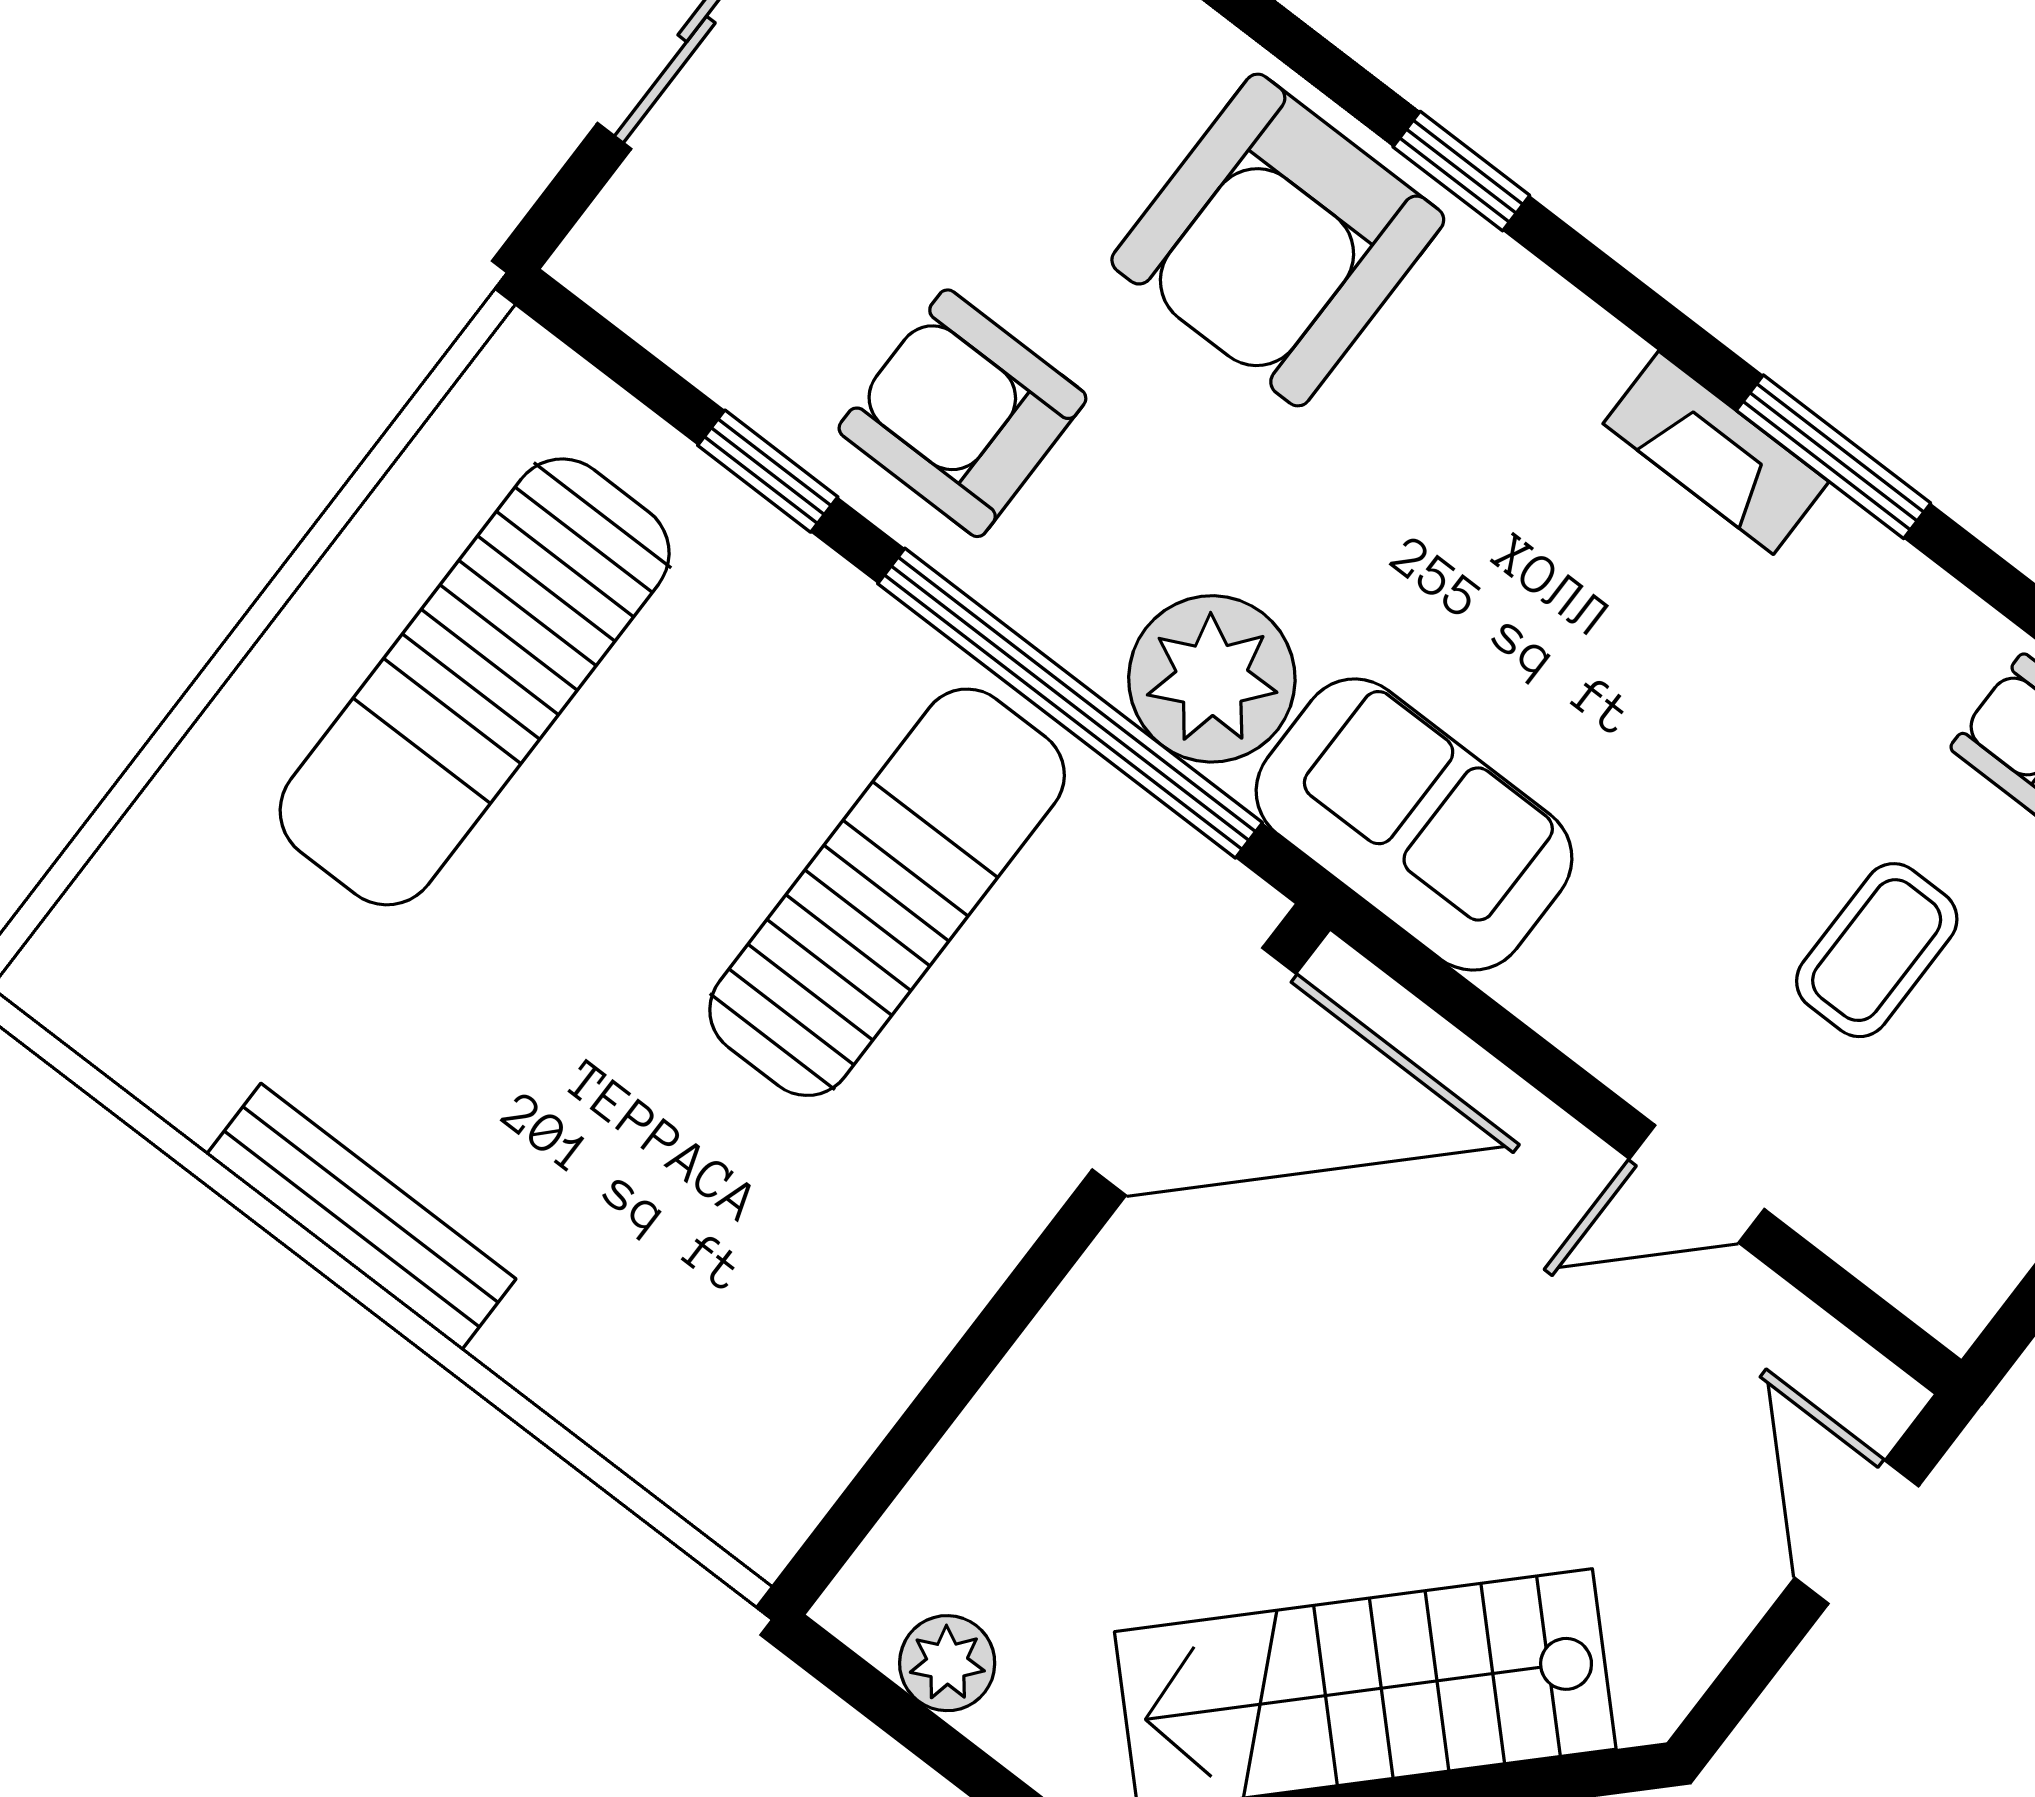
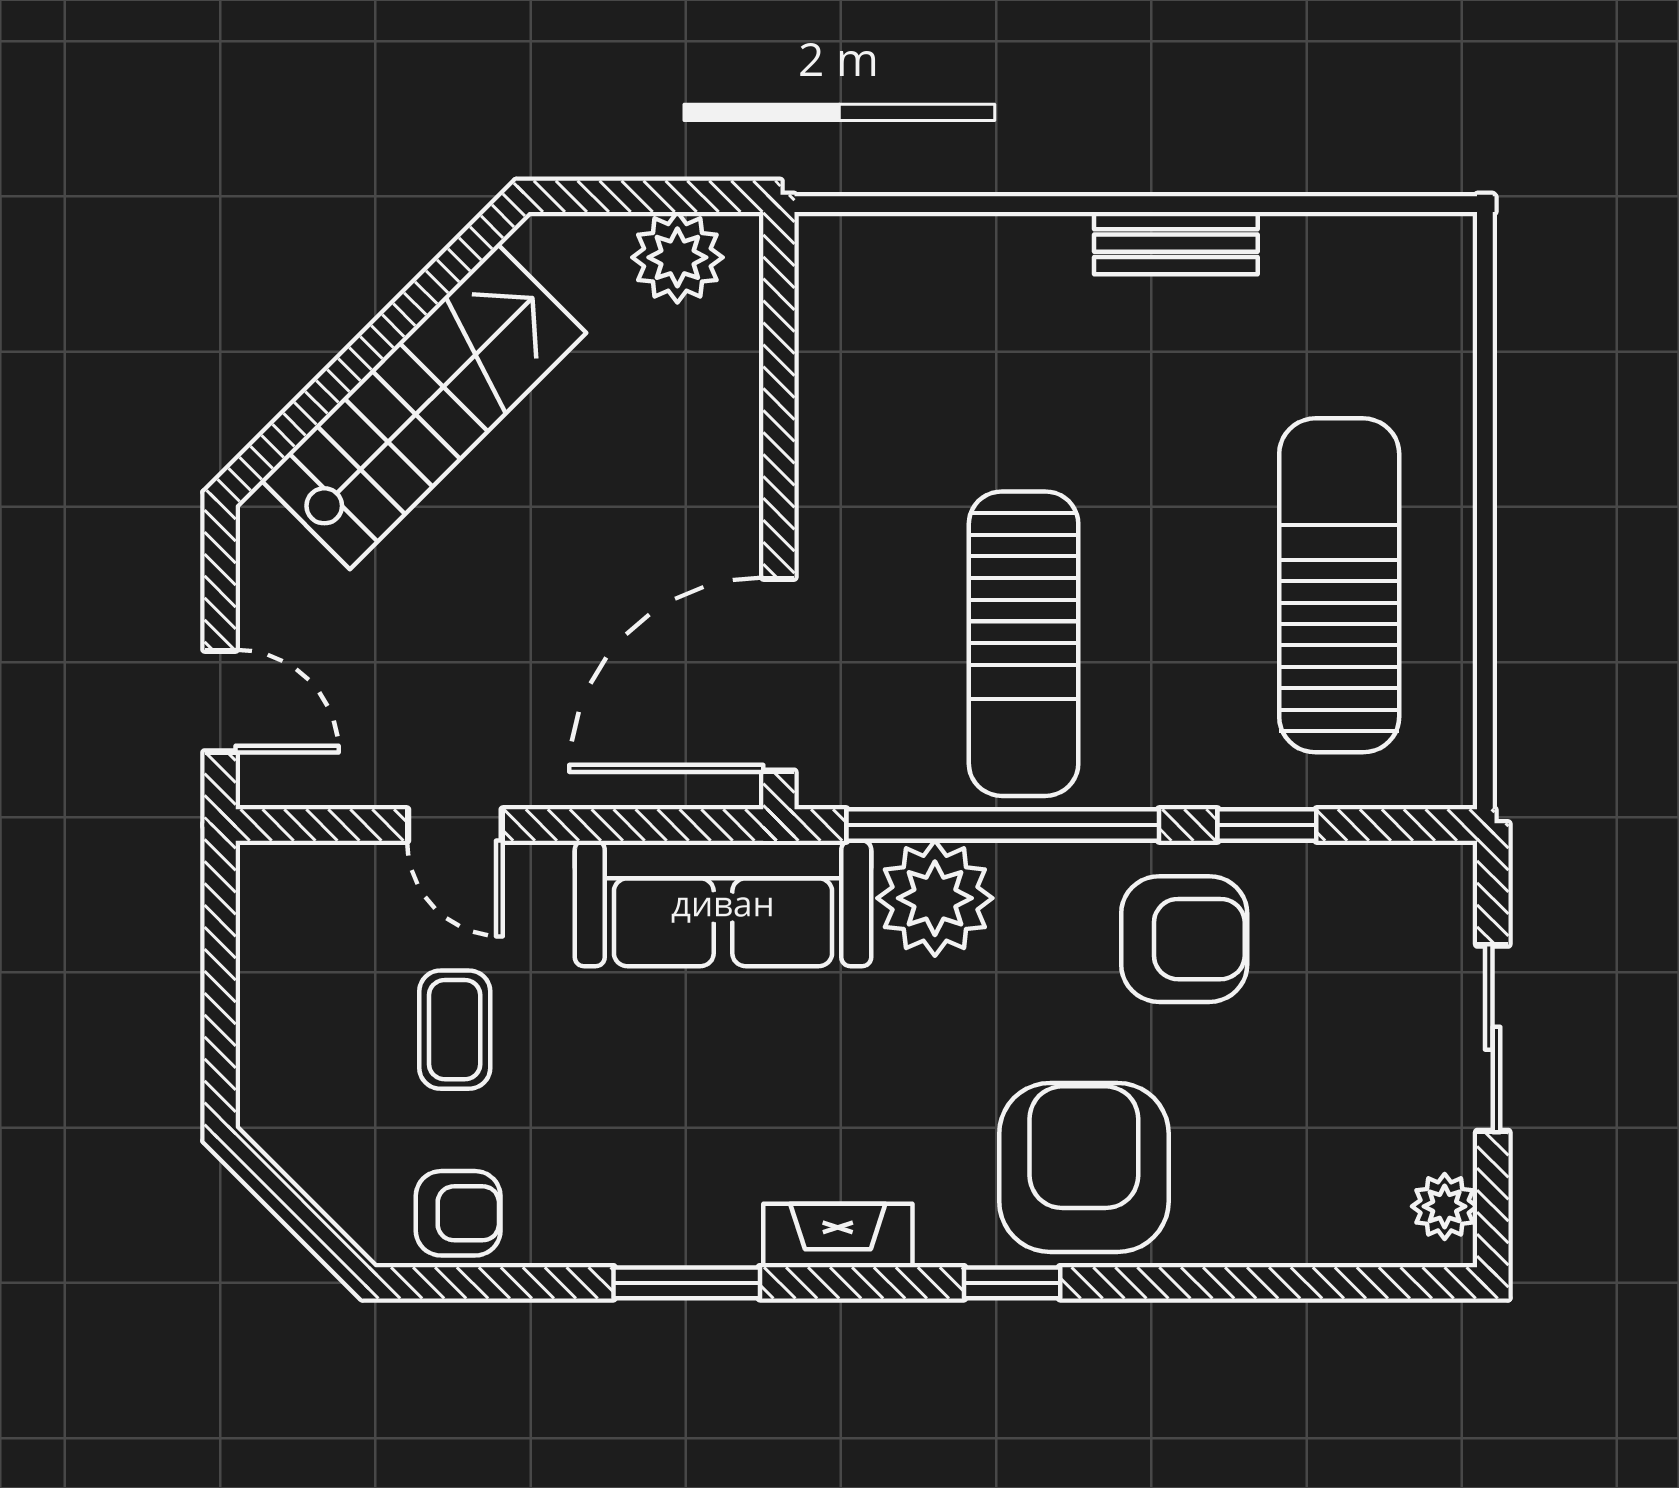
fireplace: (1716, 453) -> (838, 1235), moved
sofa: (1414, 825) -> (723, 903), width x1.36
door: (1697, 1184) -> (455, 825), swing flipped
bench: (361, 1217) -> (1176, 243), width x0.73
plant: (947, 1663) -> (677, 257), width x1.38, depth x1.38

